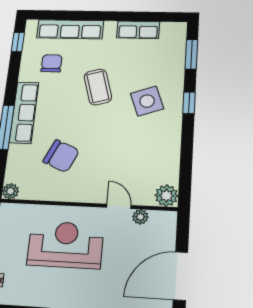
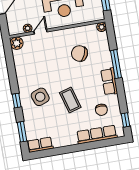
row of seats: (138, 30) -> (40, 145), moved
row of seats: (24, 112) -> (109, 82), width x0.68
door: (119, 206) -> (40, 32), swing flipped

